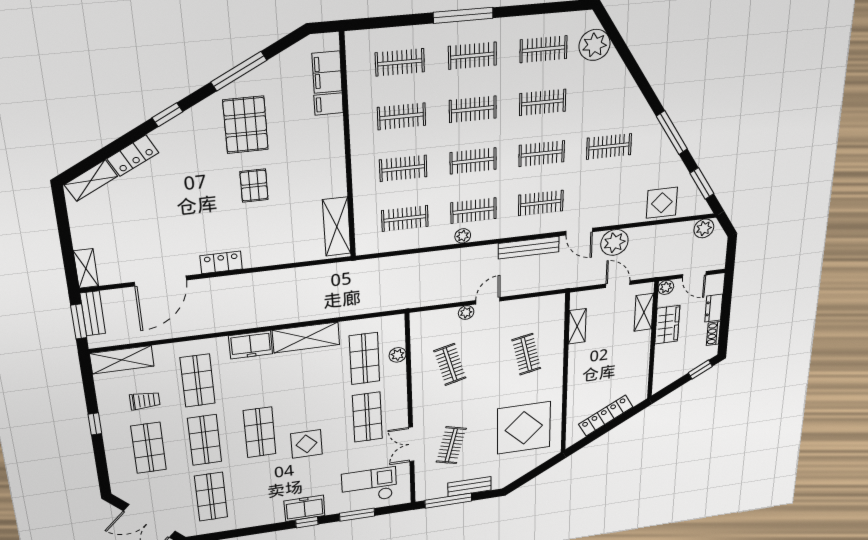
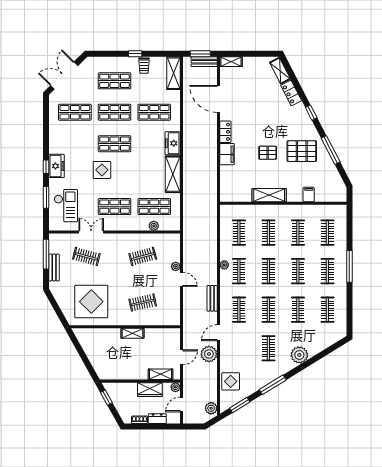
plant: (595, 45) -> (299, 355), moved
filing cabinet: (327, 72) -> (227, 154), moved, turned 90
shelving: (337, 227) -> (269, 195), moved
bench: (529, 248) -> (212, 298), width x0.73
shelving: (577, 326) -> (132, 333), moved
window: (700, 370) -> (106, 398), moved
trolley: (145, 401) -> (144, 66), moved
locker: (606, 416) -> (91, 353), removed

